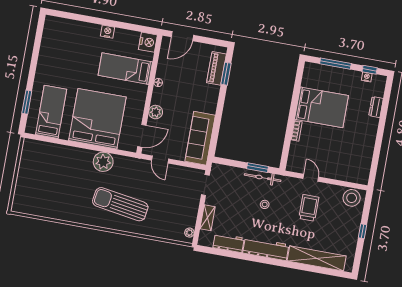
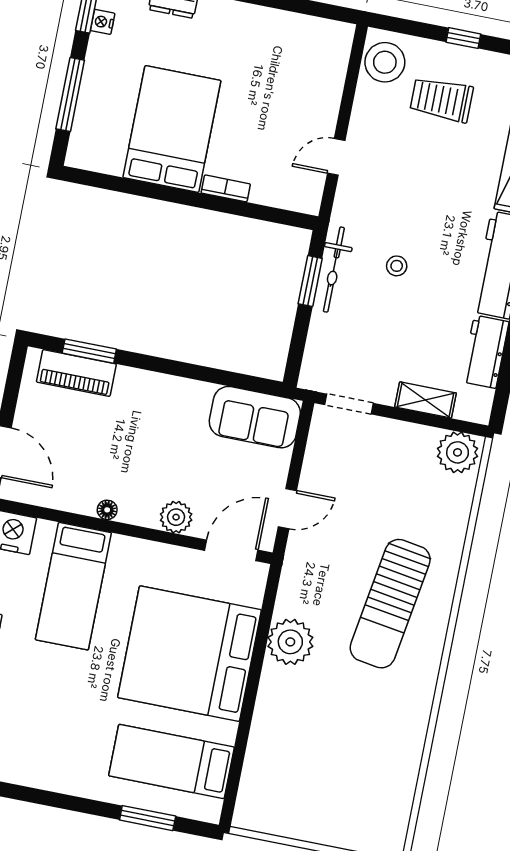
door: (142, 136) -> (231, 550), hinge flipped
sofa: (200, 138) -> (255, 417), width x0.73
trolley: (309, 208) -> (442, 100), moved
plant: (189, 233) -> (458, 452), width x1.87, depth x1.87

